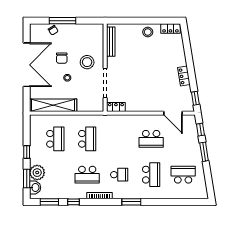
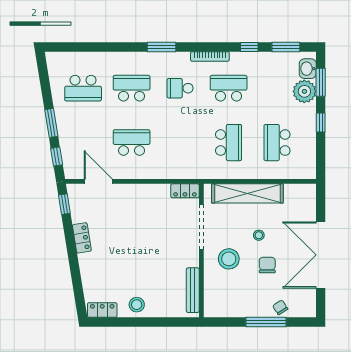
shelving: (53, 105) -> (247, 193), moved
school desk: (87, 139) -> (229, 143), turned 180
school desk: (151, 175) -> (132, 88), turned 90

